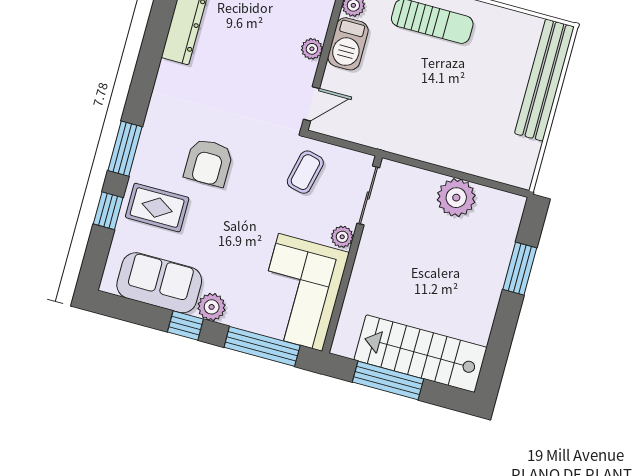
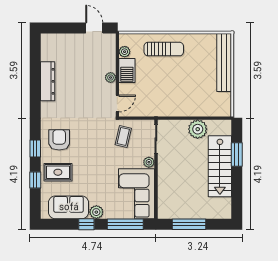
window: (125, 149) -> (35, 148), width x0.67
armchair: (209, 163) -> (59, 140), moved, turned 180
stairs: (420, 354) -> (220, 166), moved, turned -90

